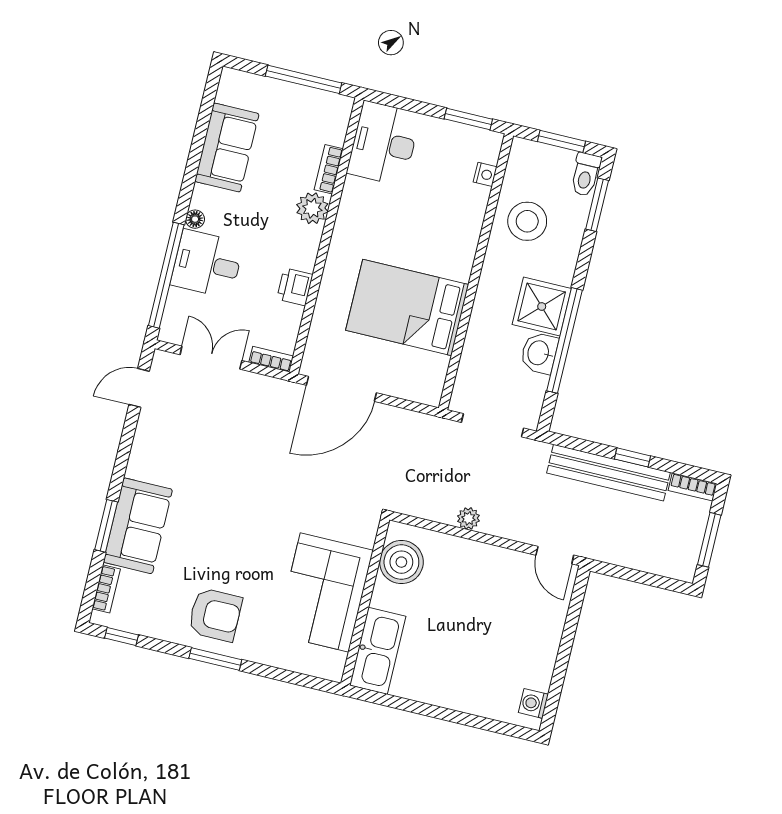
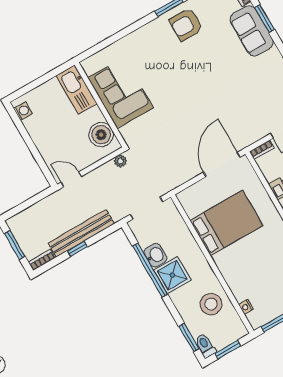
boiler: (401, 562) -> (101, 135), moved
corner sofa: (325, 592) -> (121, 93), moved
wall: (365, 602) -> (101, 105), moved
kitchen sink: (378, 651) -> (77, 90), moved

